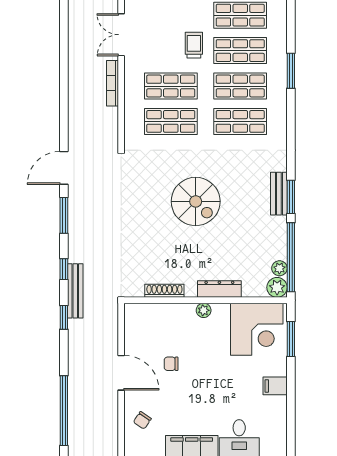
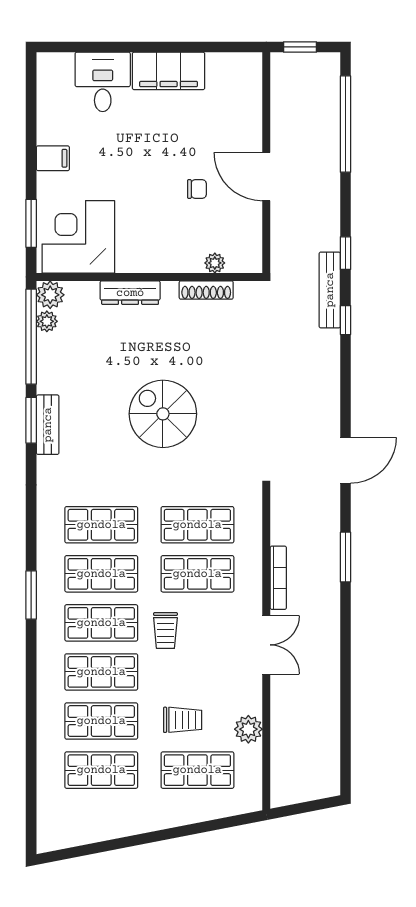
window: (64, 215) -> (346, 557), moved
plant: (204, 310) -> (215, 263), moved
chair: (142, 420) -> (237, 111), removed

